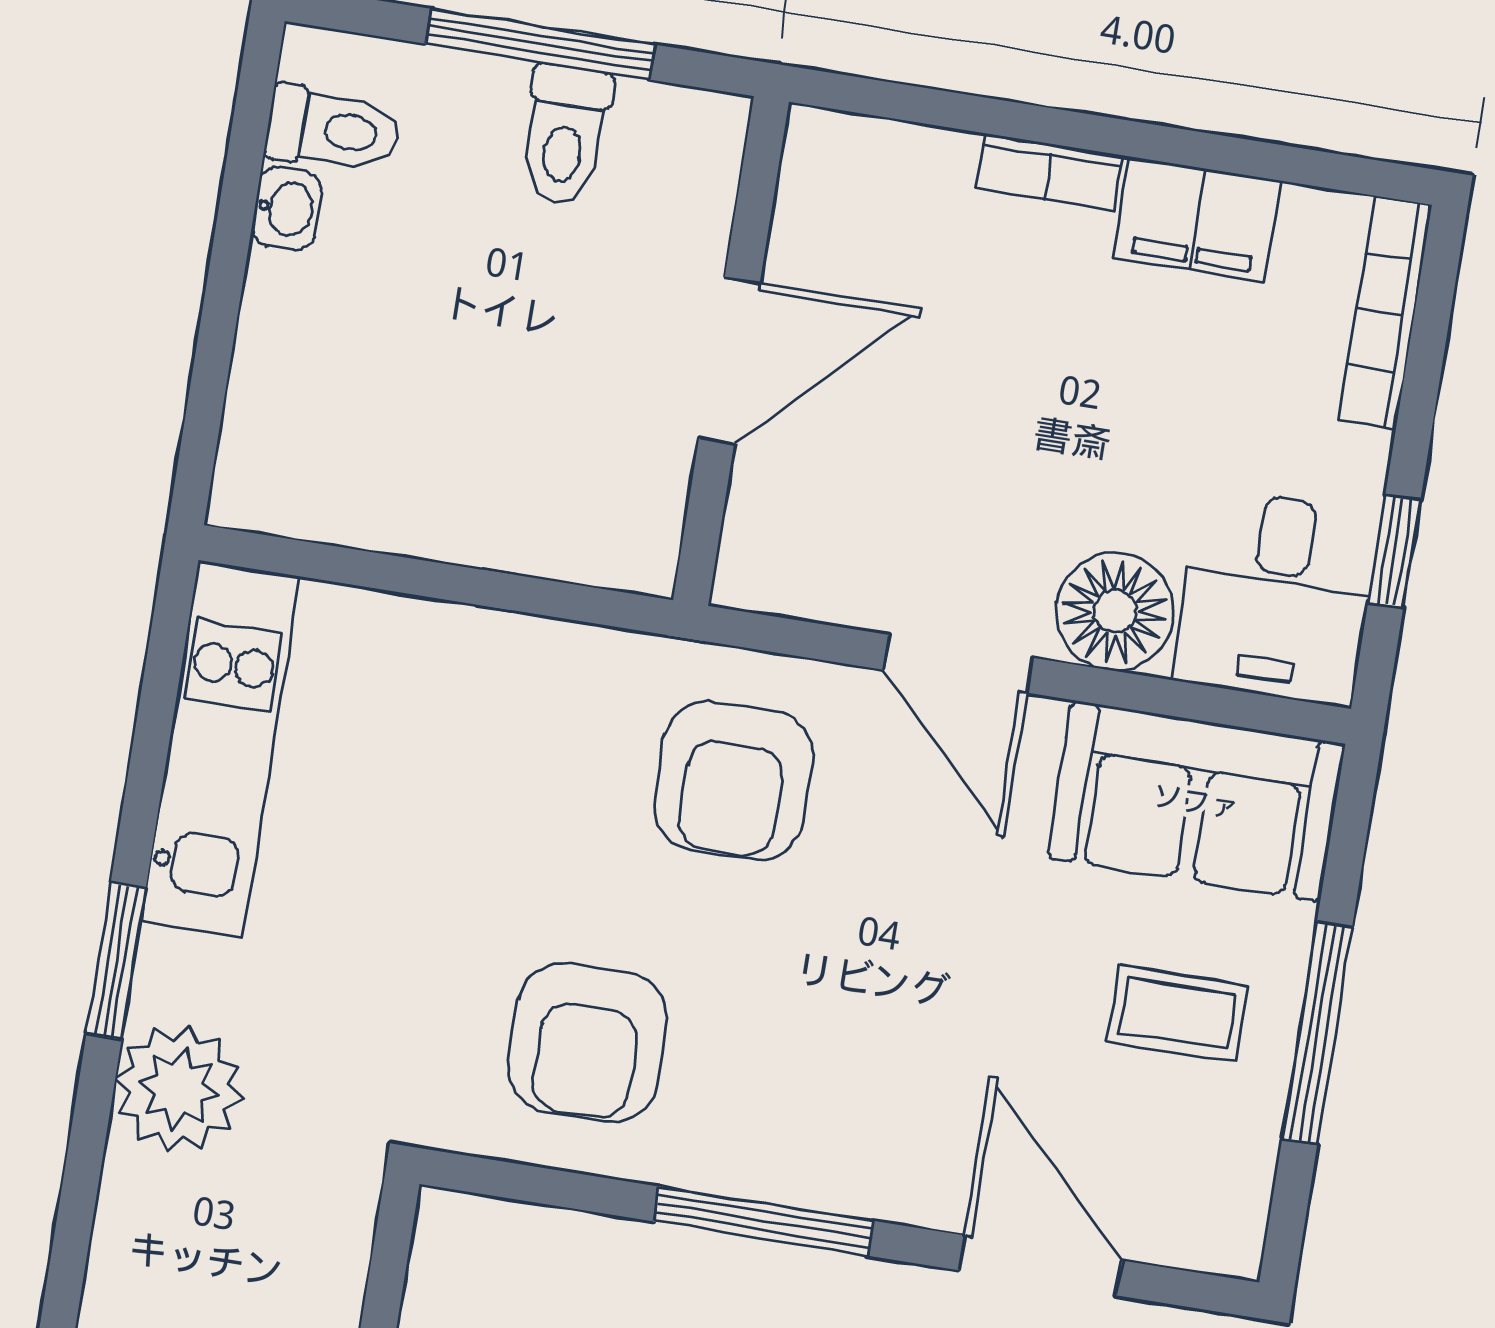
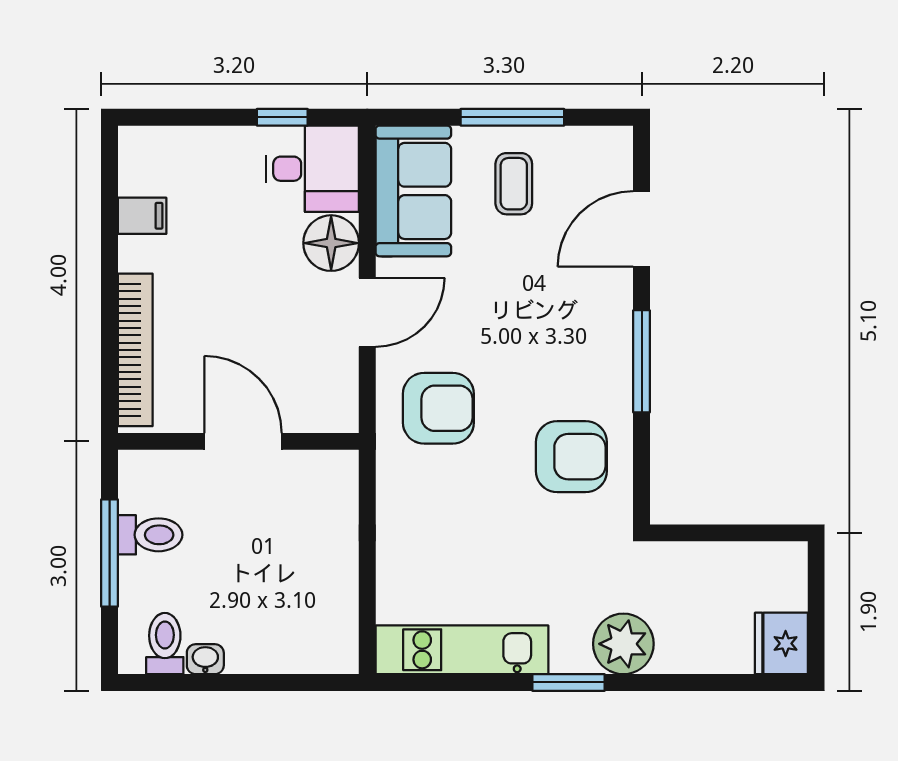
bookcase: (1049, 172) -> (135, 350), width x2.31, depth x1.31
filing cabinet: (1197, 219) -> (142, 216), width x0.50
bookcase: (1385, 313) -> (172, 139), removed

